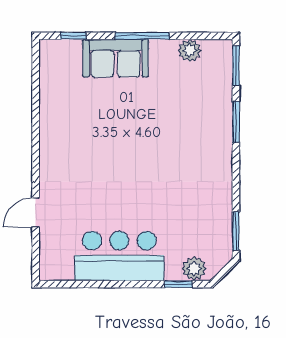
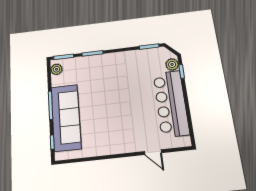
plant: (190, 50) -> (56, 69), moved
sofa: (116, 58) -> (66, 117), width x1.85, depth x1.27
bar counter: (119, 256) -> (171, 103), width x1.36

